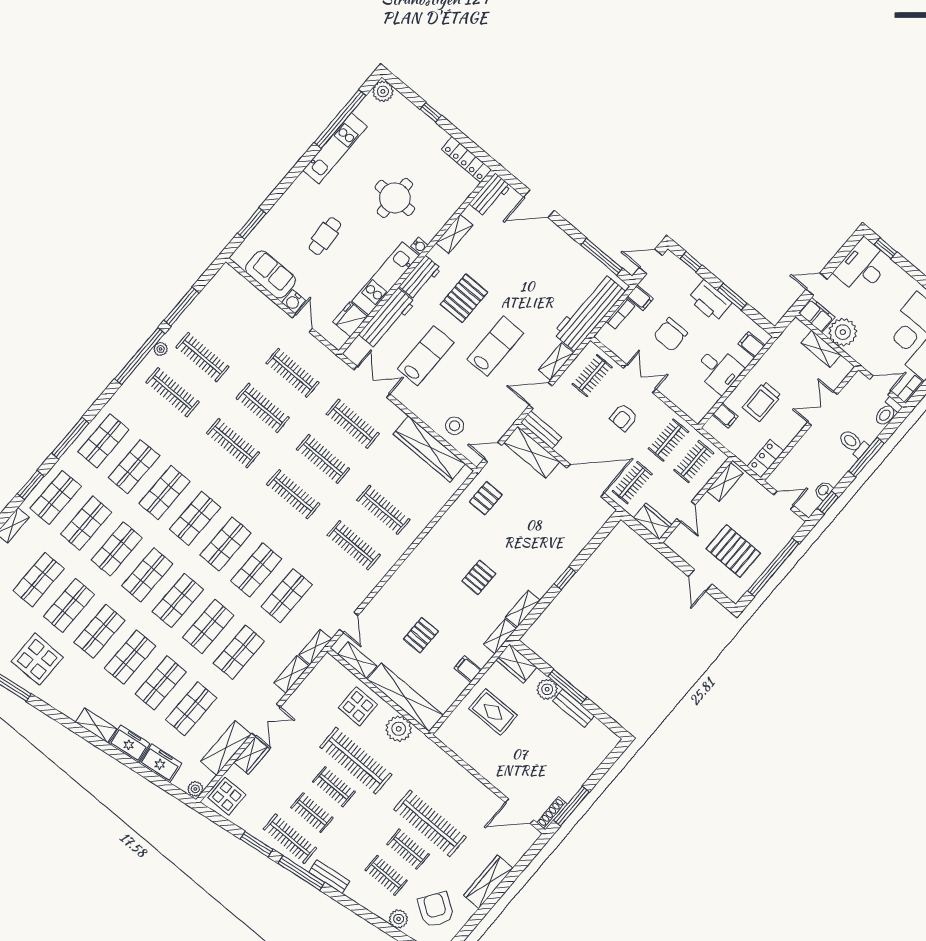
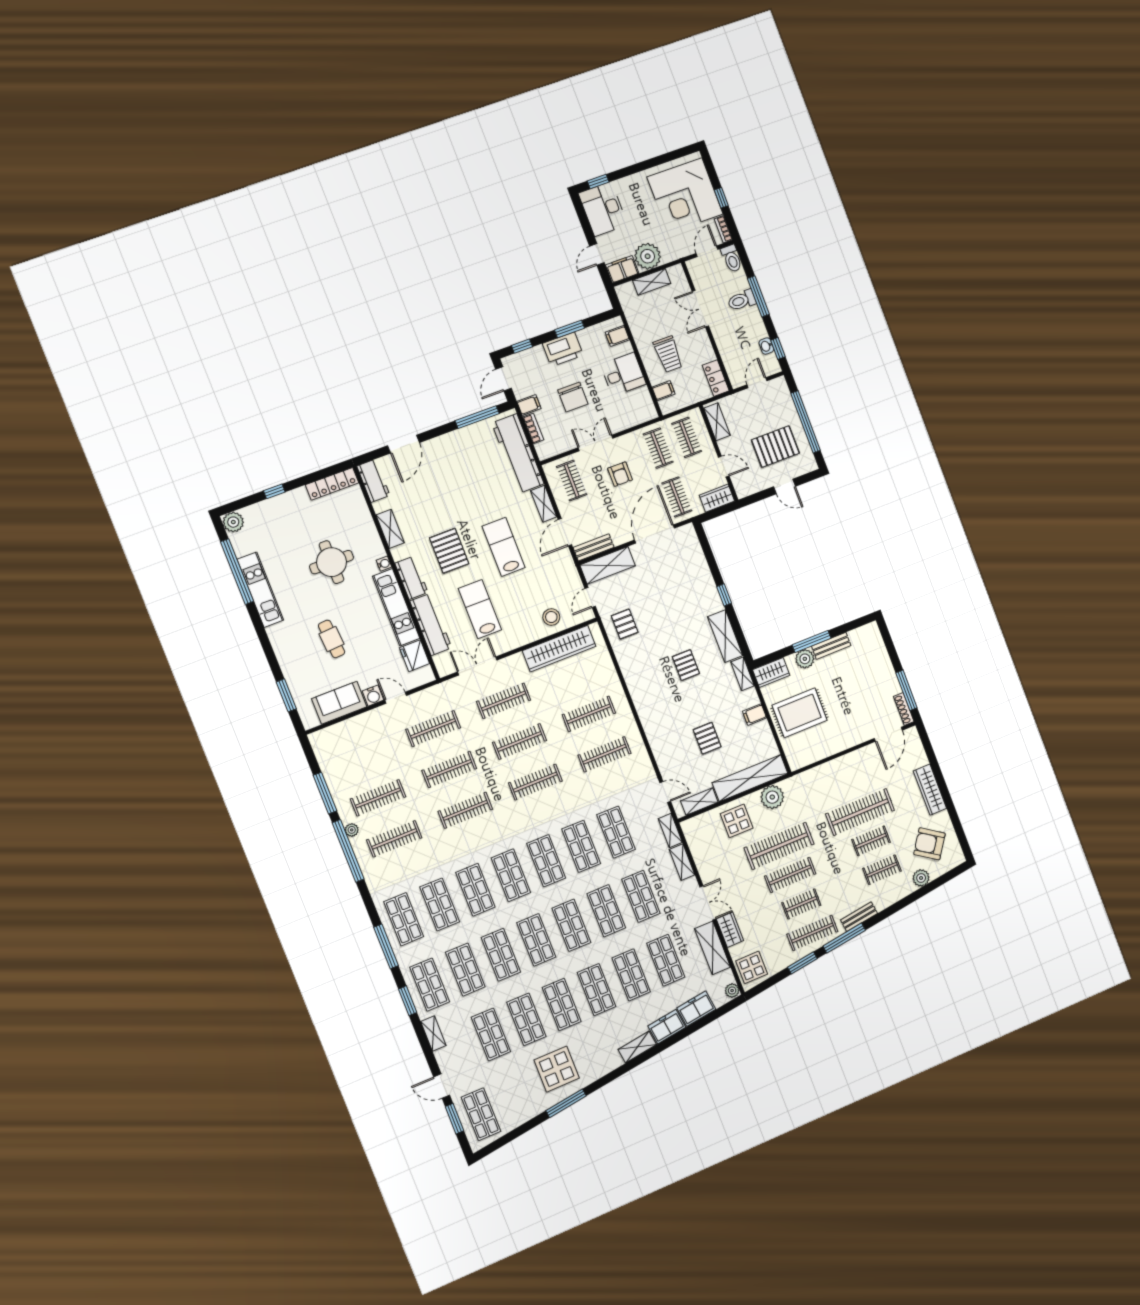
shelving: (523, 609) -> (725, 636), width x1.50, depth x1.33
rug: (493, 712) -> (800, 713), width x1.36, depth x1.43
clothes rail: (334, 787) -> (790, 875), width x1.36

